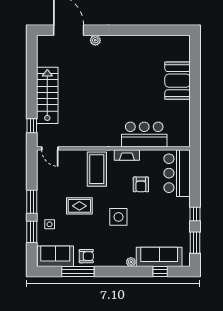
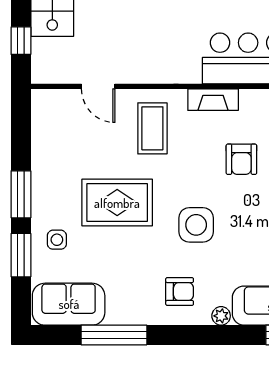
door: (50, 148) -> (98, 86), moved
coffee table: (97, 169) -> (152, 128), width x0.73, depth x0.76
rug: (79, 206) -> (117, 203), width x1.36, depth x1.43
armchair: (86, 256) -> (180, 292), moved

